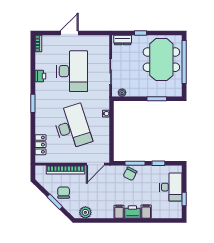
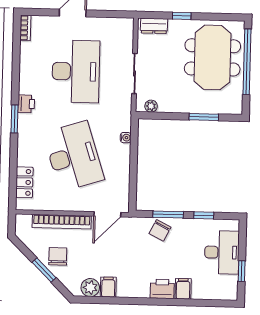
printer: (40, 76) -> (26, 104), moved
filing cabinet: (119, 212) -> (108, 287), moved

